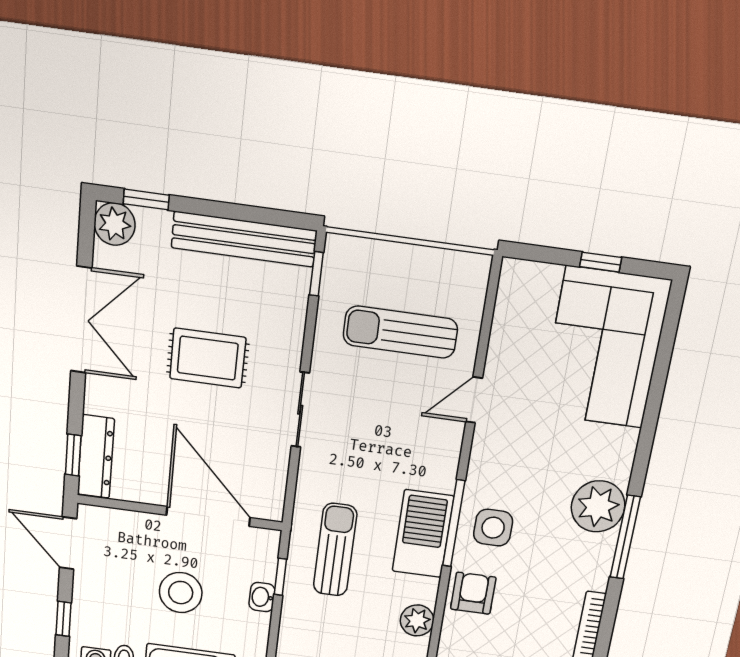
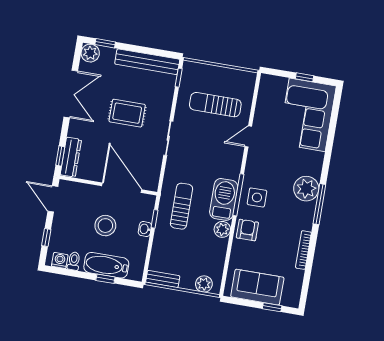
plant: (417, 620) -> (222, 229), moved

